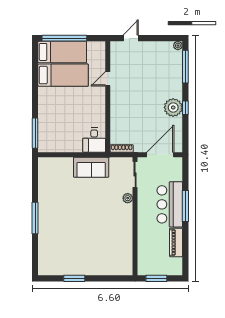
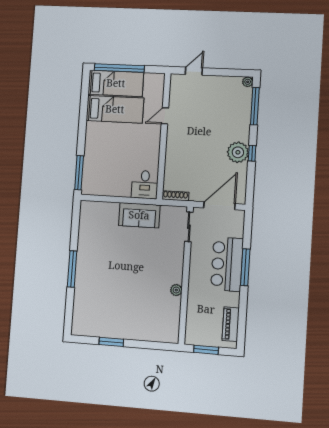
plant: (128, 198) -> (176, 290), moved
piano: (176, 242) -> (231, 324), moved

